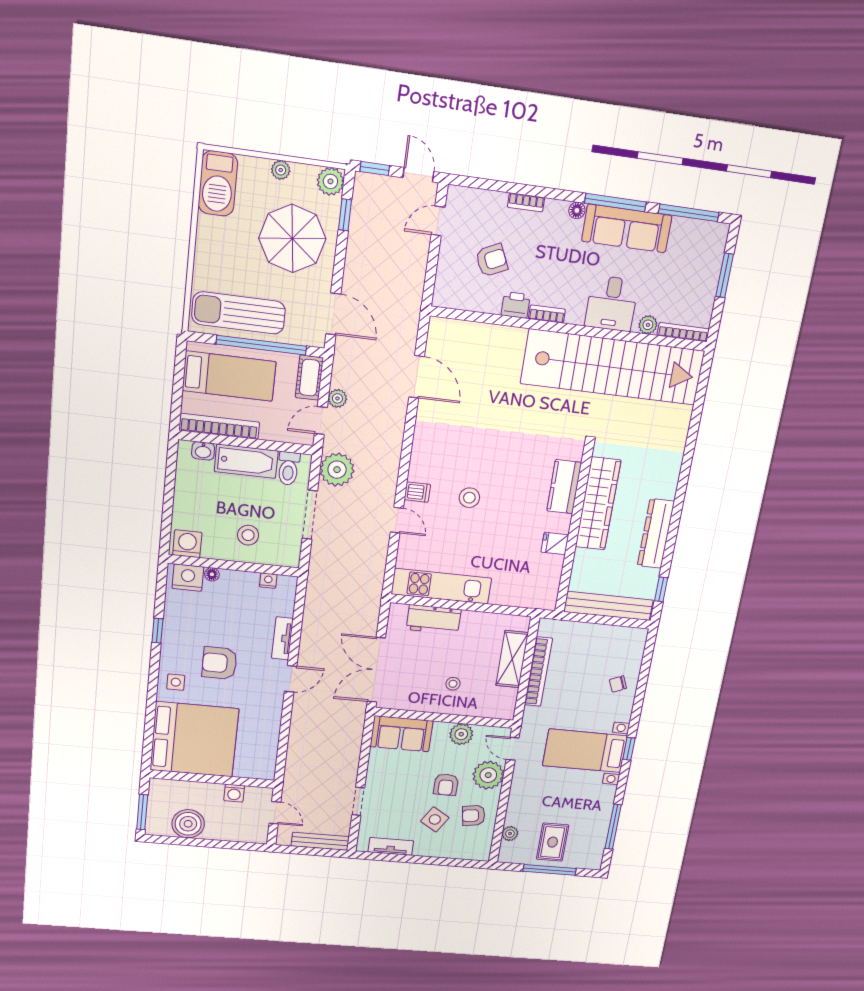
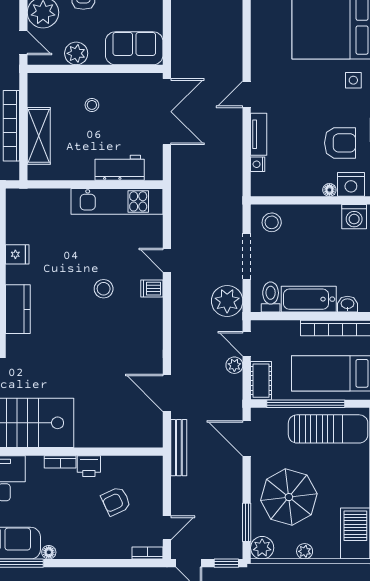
bookcase: (526, 202) -> (148, 553), moved
window: (345, 215) -> (247, 522), width x1.50
bench: (412, 313) -> (179, 448), added
door: (321, 421) -> (247, 344), swing flipped
stool: (248, 535) -> (272, 222), moved
nightstand: (268, 581) -> (258, 164), moved, turned 90
armchair: (219, 663) -> (340, 143), moved

